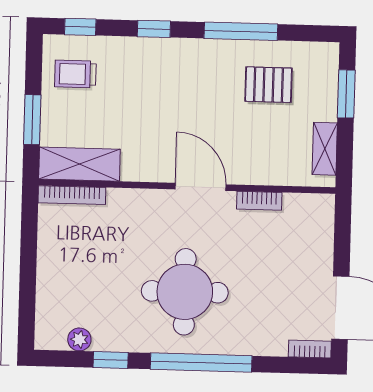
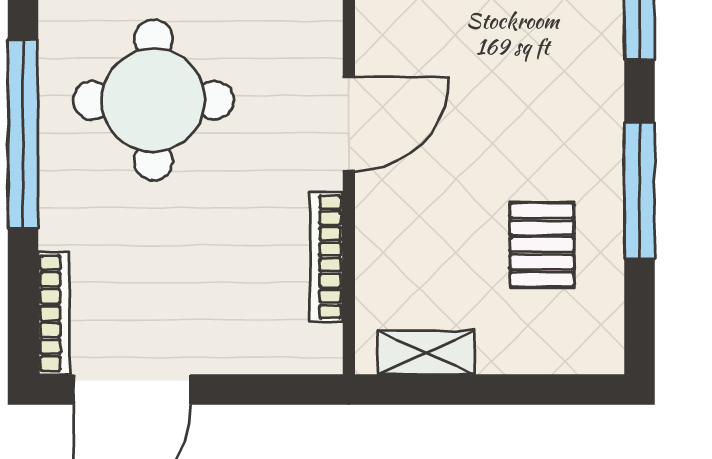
window: (346, 94) -> (529, 390), removed
bookcase: (259, 201) -> (326, 257), width x1.56
bookcase: (310, 349) -> (54, 313), width x1.56

